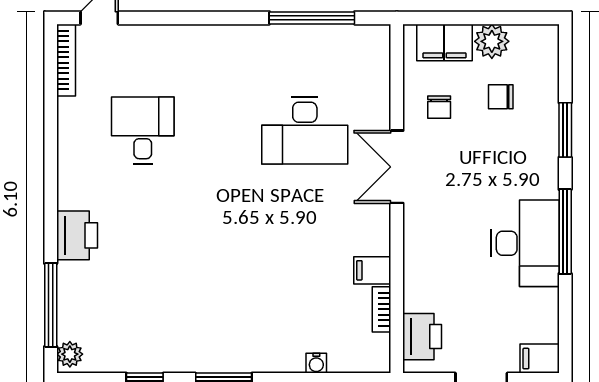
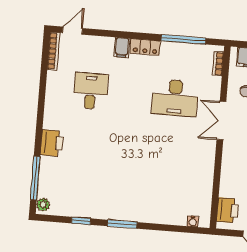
locker: (240, 38) -> (145, 47), added
filing cabinet: (372, 270) -> (122, 47), moved, turned -90
bookcase: (382, 309) -> (218, 64), moved
water cooler: (316, 363) -> (193, 221), moved

